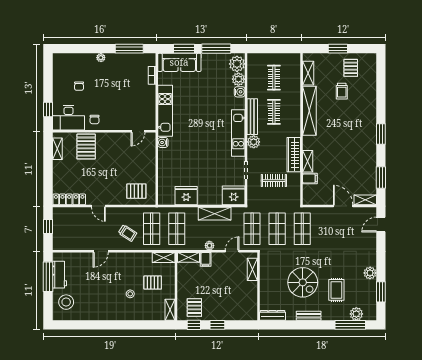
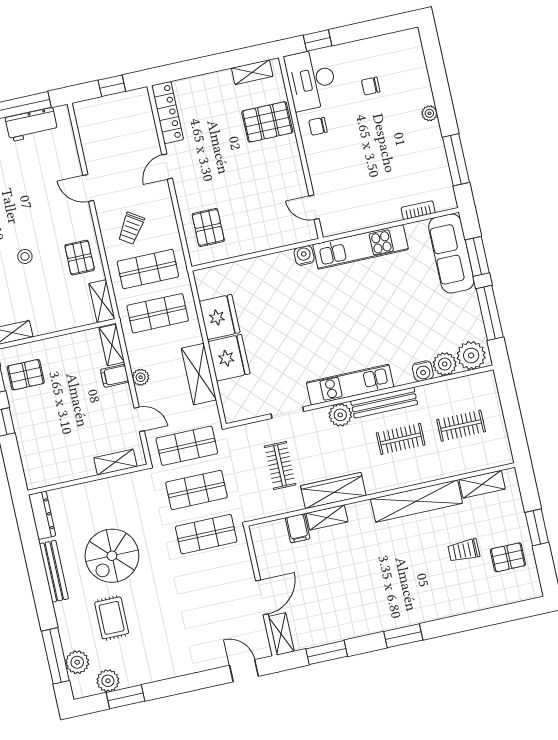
fridge: (234, 195) -> (229, 358), moved
plant: (370, 273) -> (108, 681), moved
pallet: (153, 283) -> (80, 258), moved
rug: (336, 290) -> (112, 618), turned 90
bench: (309, 316) -> (54, 571), width x1.36

